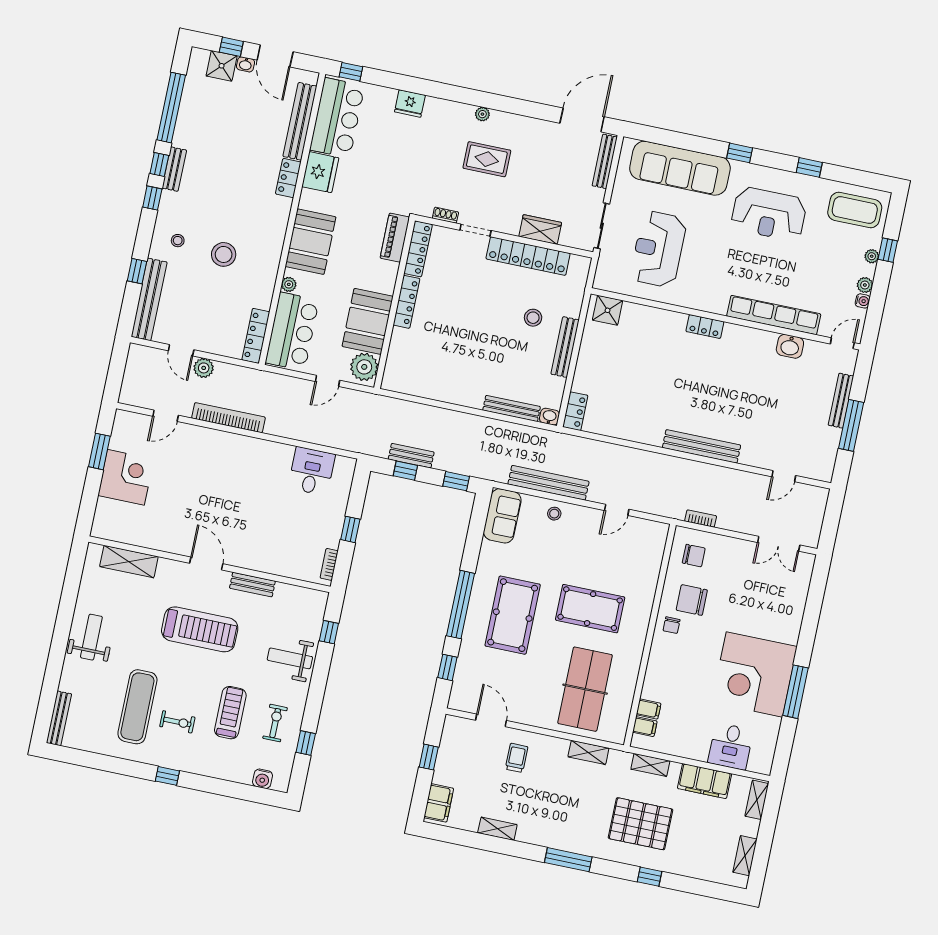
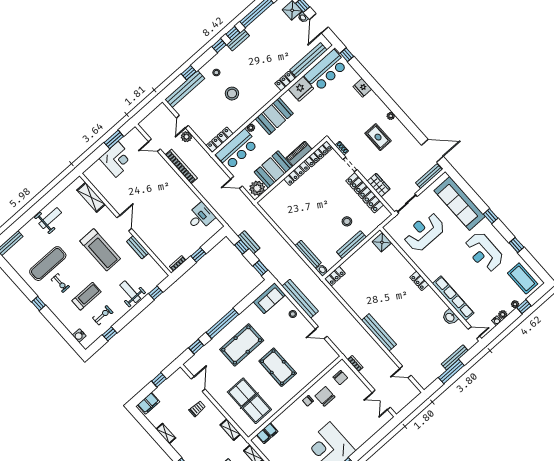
piano: (395, 238) -> (299, 154), moved
table tennis table: (585, 689) -> (249, 401), turned 90

